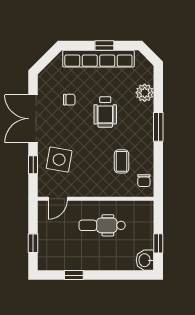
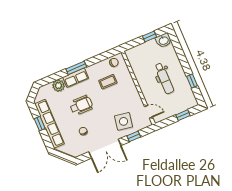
row of seats: (145, 120) -> (76, 78), added
dental chair: (102, 225) -> (164, 78), moved

